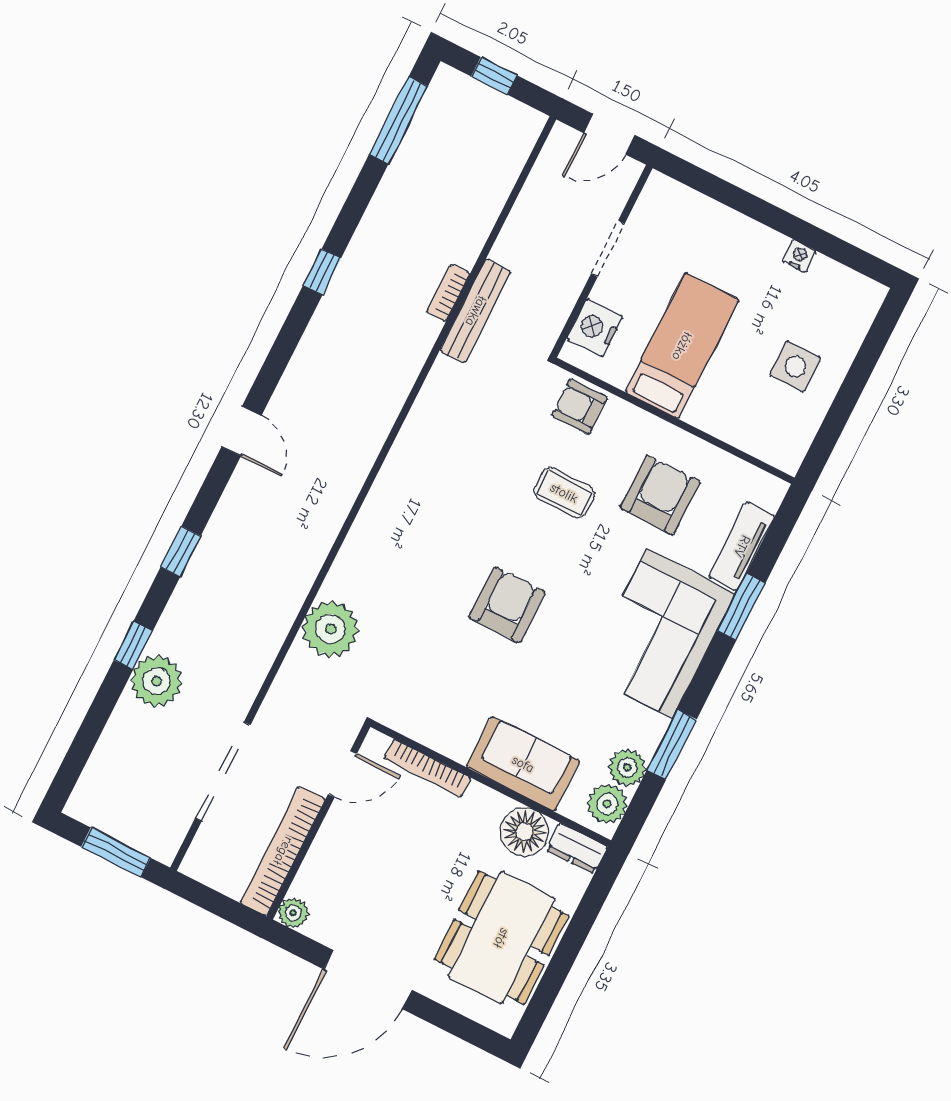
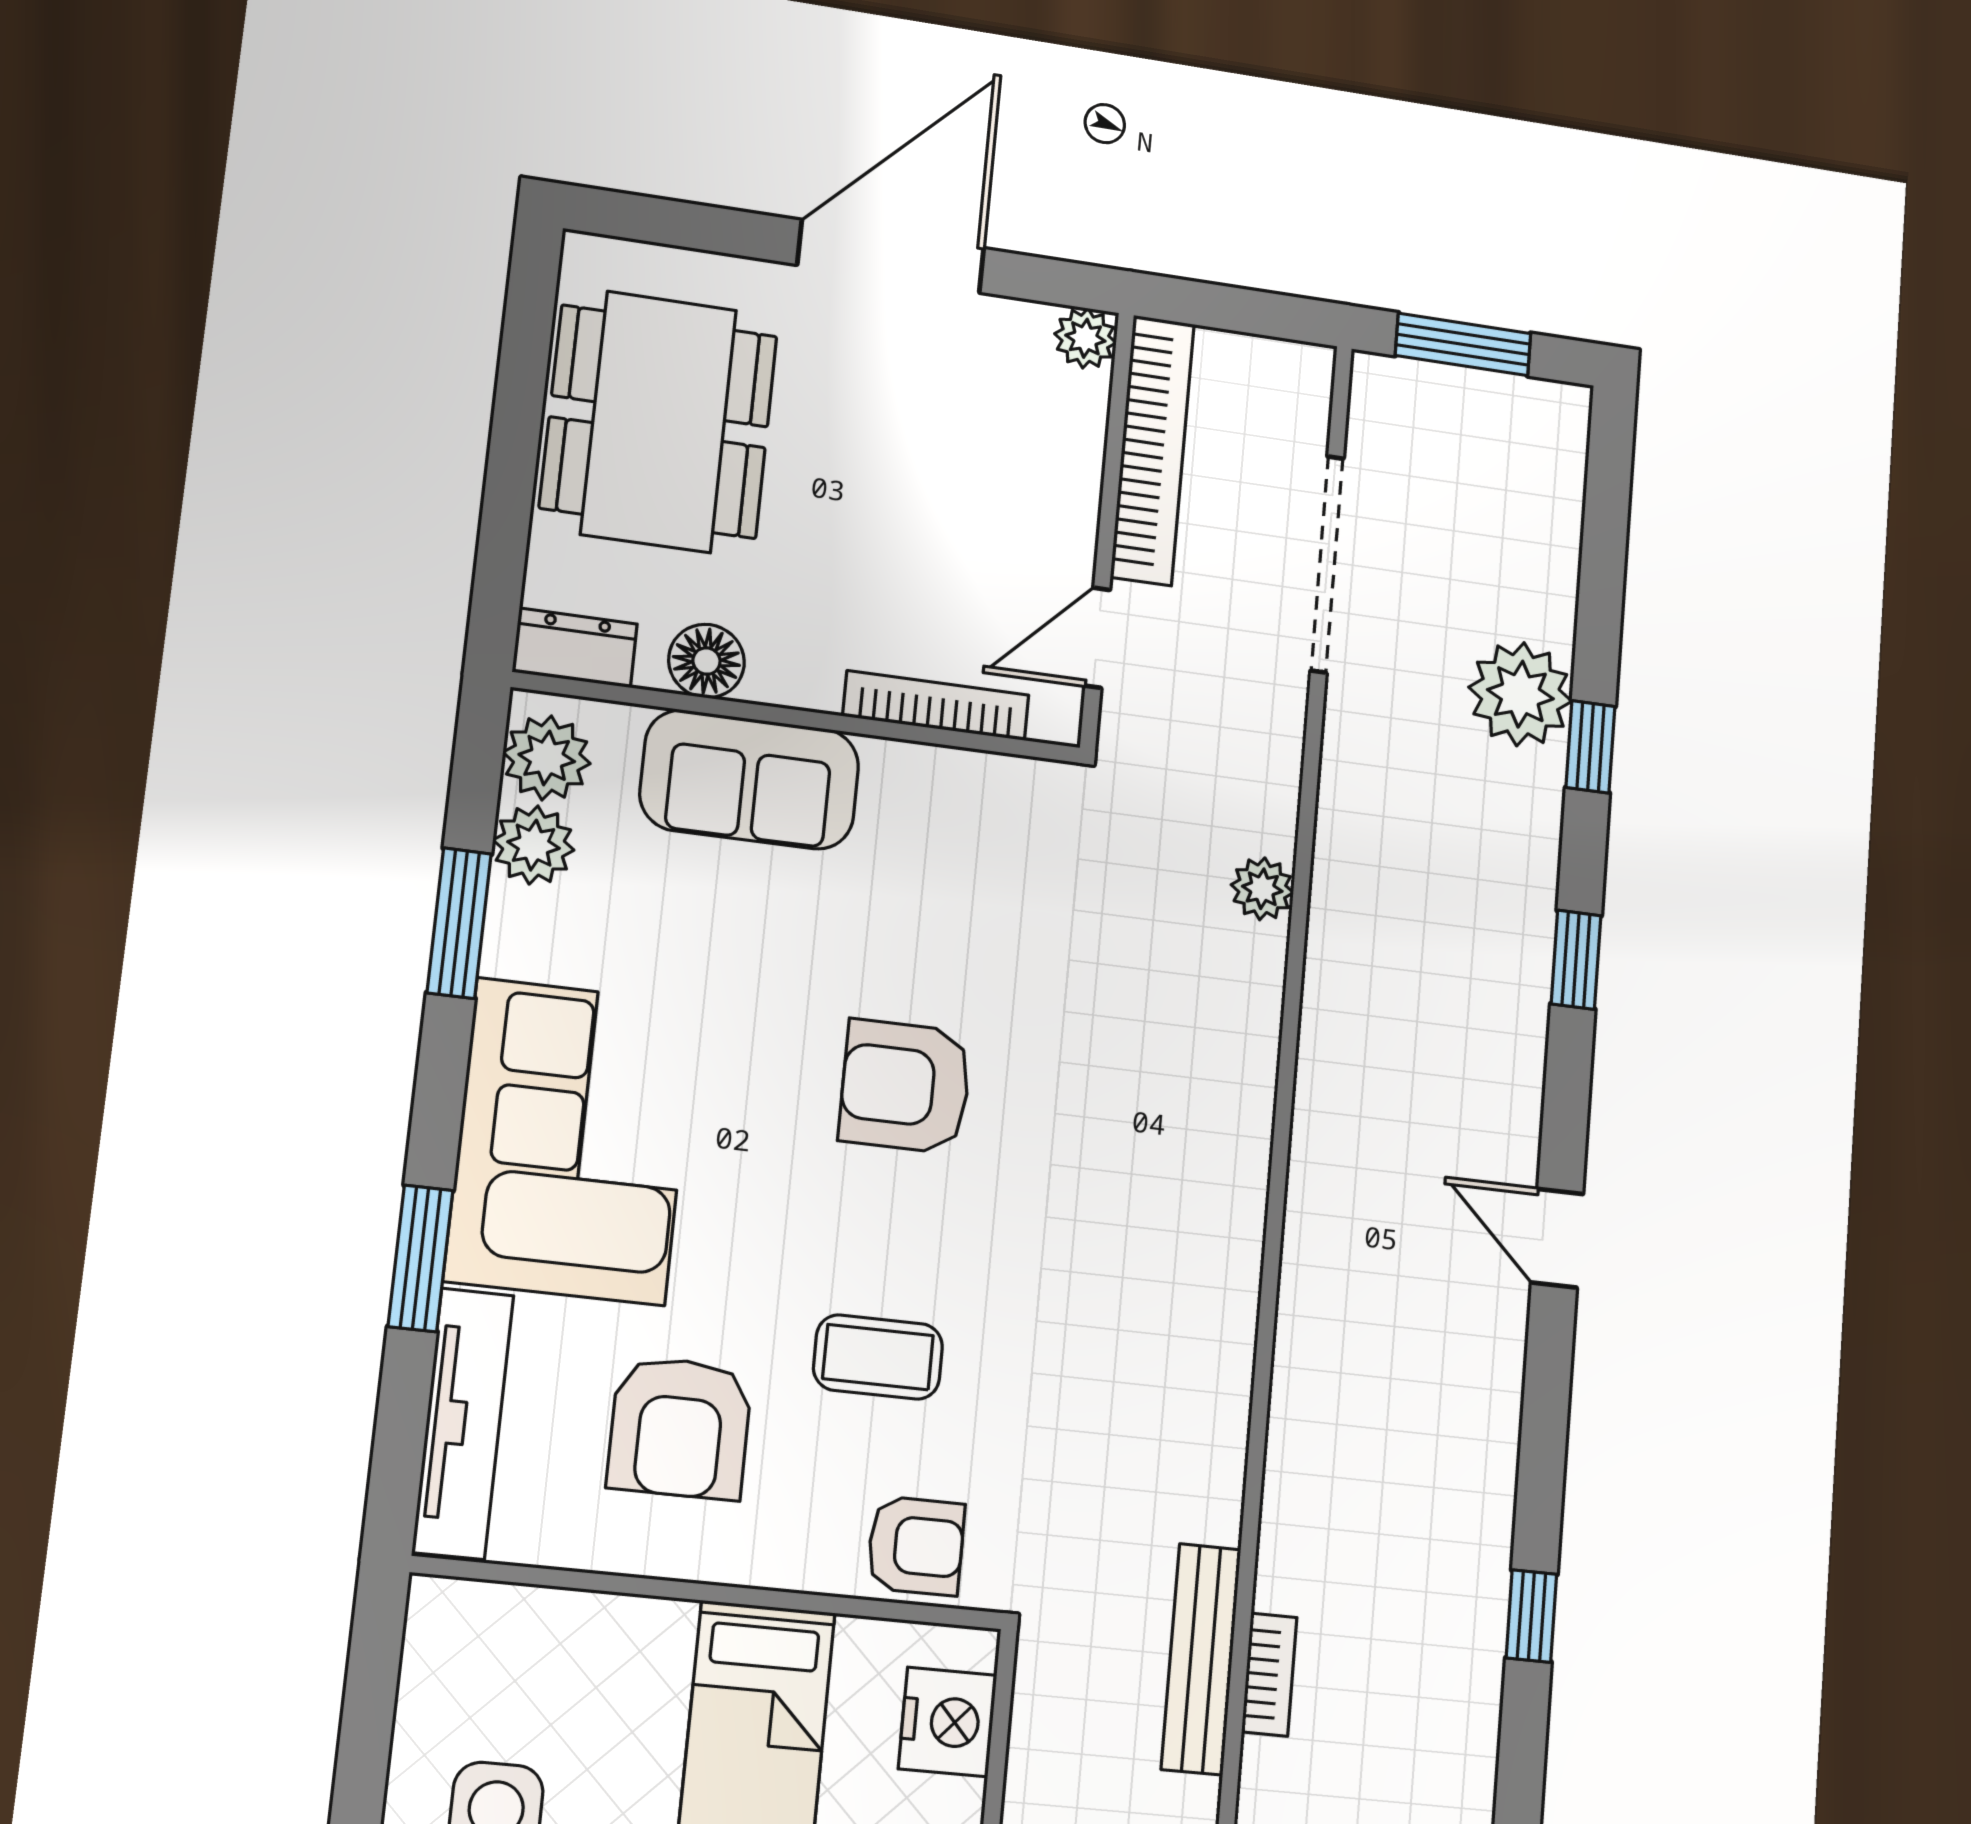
tv unit: (742, 546) -> (463, 1423), width x1.41
armchair: (507, 605) -> (905, 1086), turned 90
plant: (331, 629) -> (1262, 889), width x0.53, depth x0.53
floor lamp: (524, 832) -> (706, 661), width x0.73, depth x0.73

